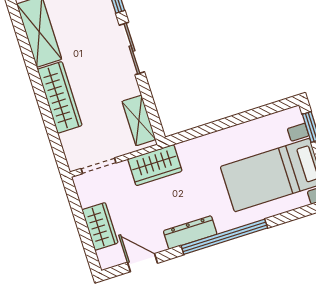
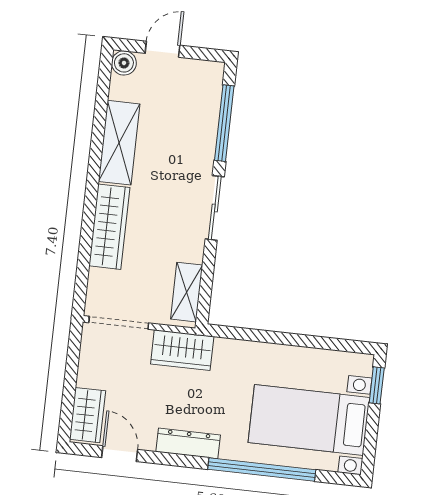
doorway: (99, 166) -> (119, 323), width x1.38
wardrobe: (100, 226) -> (87, 415), moved
window: (224, 237) -> (262, 470), moved

